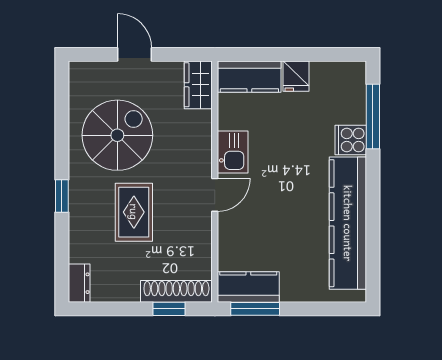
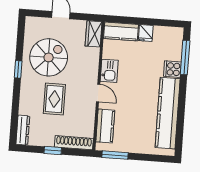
door: (215, 195) -> (98, 93), hinge flipped
window: (62, 196) -> (18, 69), moved
dresser: (79, 283) -> (23, 130), width x1.44
kitchen counter: (248, 287) -> (105, 126), moved, turned 90
window: (169, 309) -> (53, 151), moved

